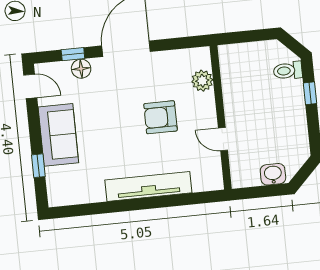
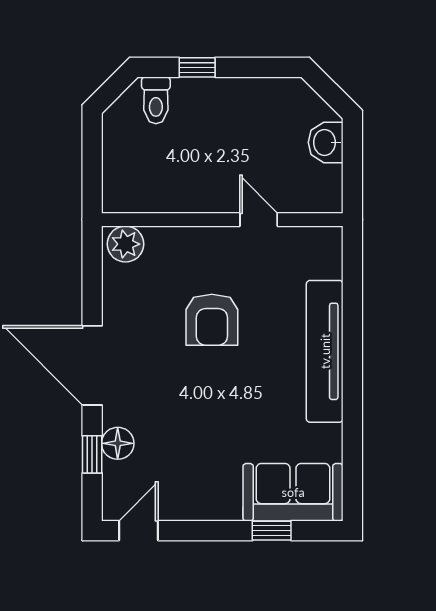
plant: (202, 81) -> (126, 244), moved
sofa: (58, 135) -> (293, 492), moved
door: (223, 139) -> (259, 220), swing flipped

